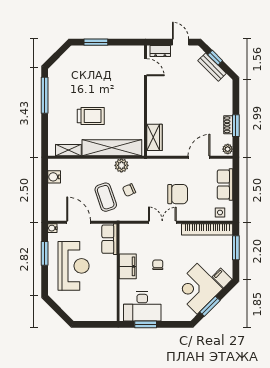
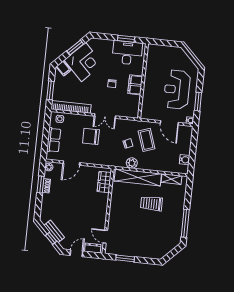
window: (96, 42) -> (125, 258), moved
door: (181, 42) -> (76, 253), swing flipped
row of seats: (109, 239) -> (147, 107), removed

